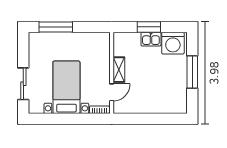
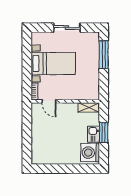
shelving: (119, 70) -> (89, 107), moved
window: (192, 72) -> (66, 169), removed
sliding door: (23, 84) -> (67, 28), moved

